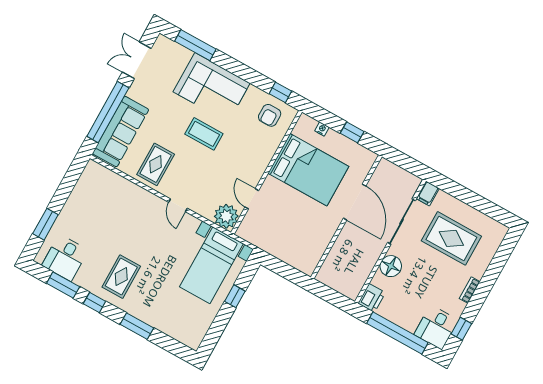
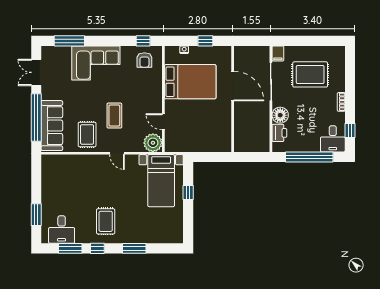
coffee table: (204, 134) -> (114, 116), moved, turned 90
printer: (372, 298) -> (279, 133), moved

